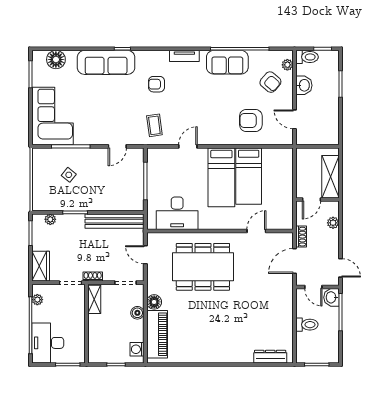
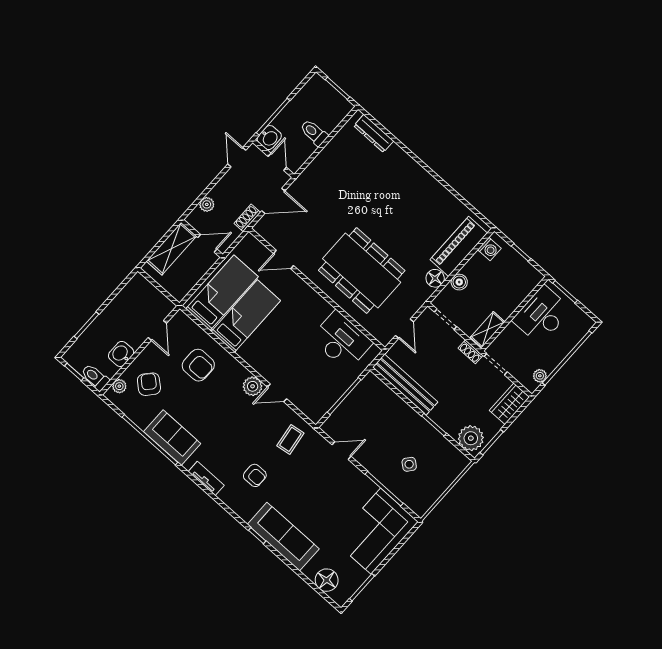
plant: (206, 137) -> (253, 386), added
bed: (221, 177) -> (222, 293), moved
plant: (50, 219) -> (471, 438), width x1.87, depth x1.87
desk: (48, 343) -> (542, 315), moved, turned 180

